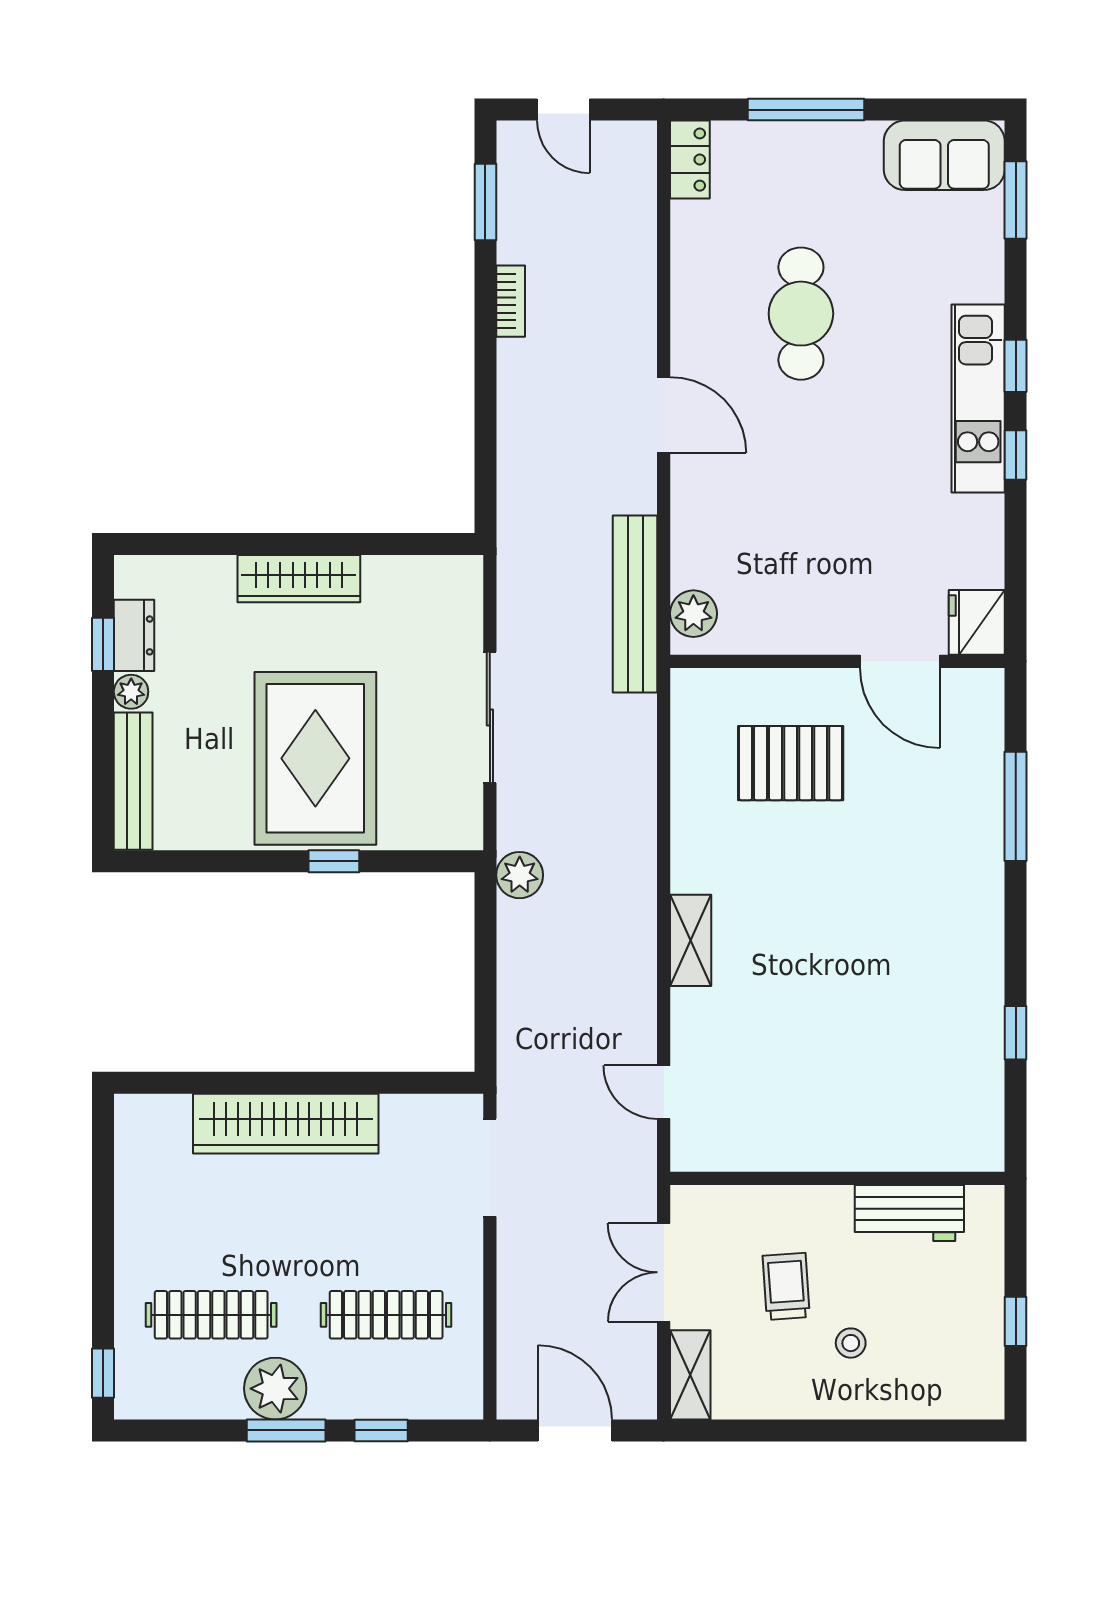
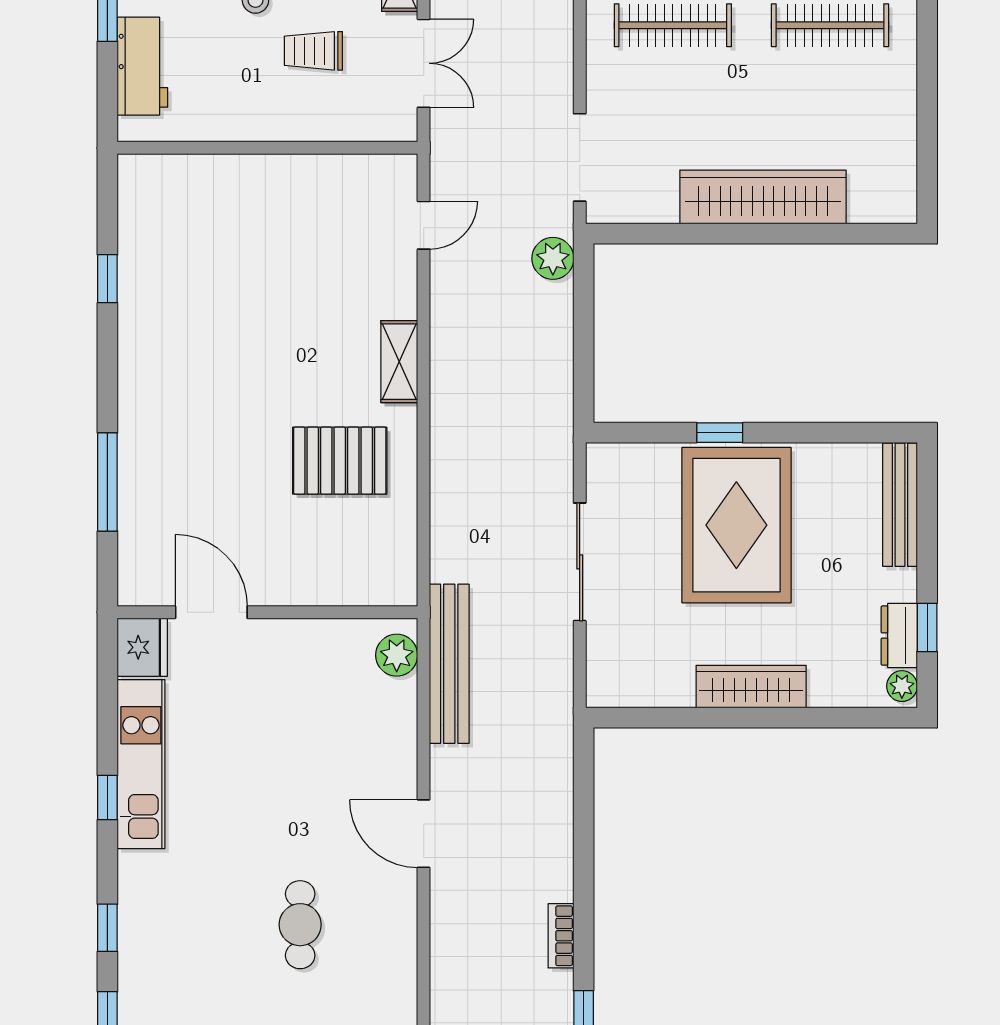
cafe table: (801, 314) -> (300, 925), width x0.73, depth x0.74
window: (1016, 366) -> (107, 928), moved
kitchen unit: (978, 398) -> (141, 764), moved
plant: (131, 692) -> (902, 686), moved
pallet: (791, 763) -> (340, 461), moved
plant: (520, 875) -> (553, 258), moved
door: (664, 1092) -> (424, 225), hinge flipped
workbench: (909, 1213) -> (142, 66), moved, turned 90
trolley: (786, 1286) -> (313, 51), turned 94

